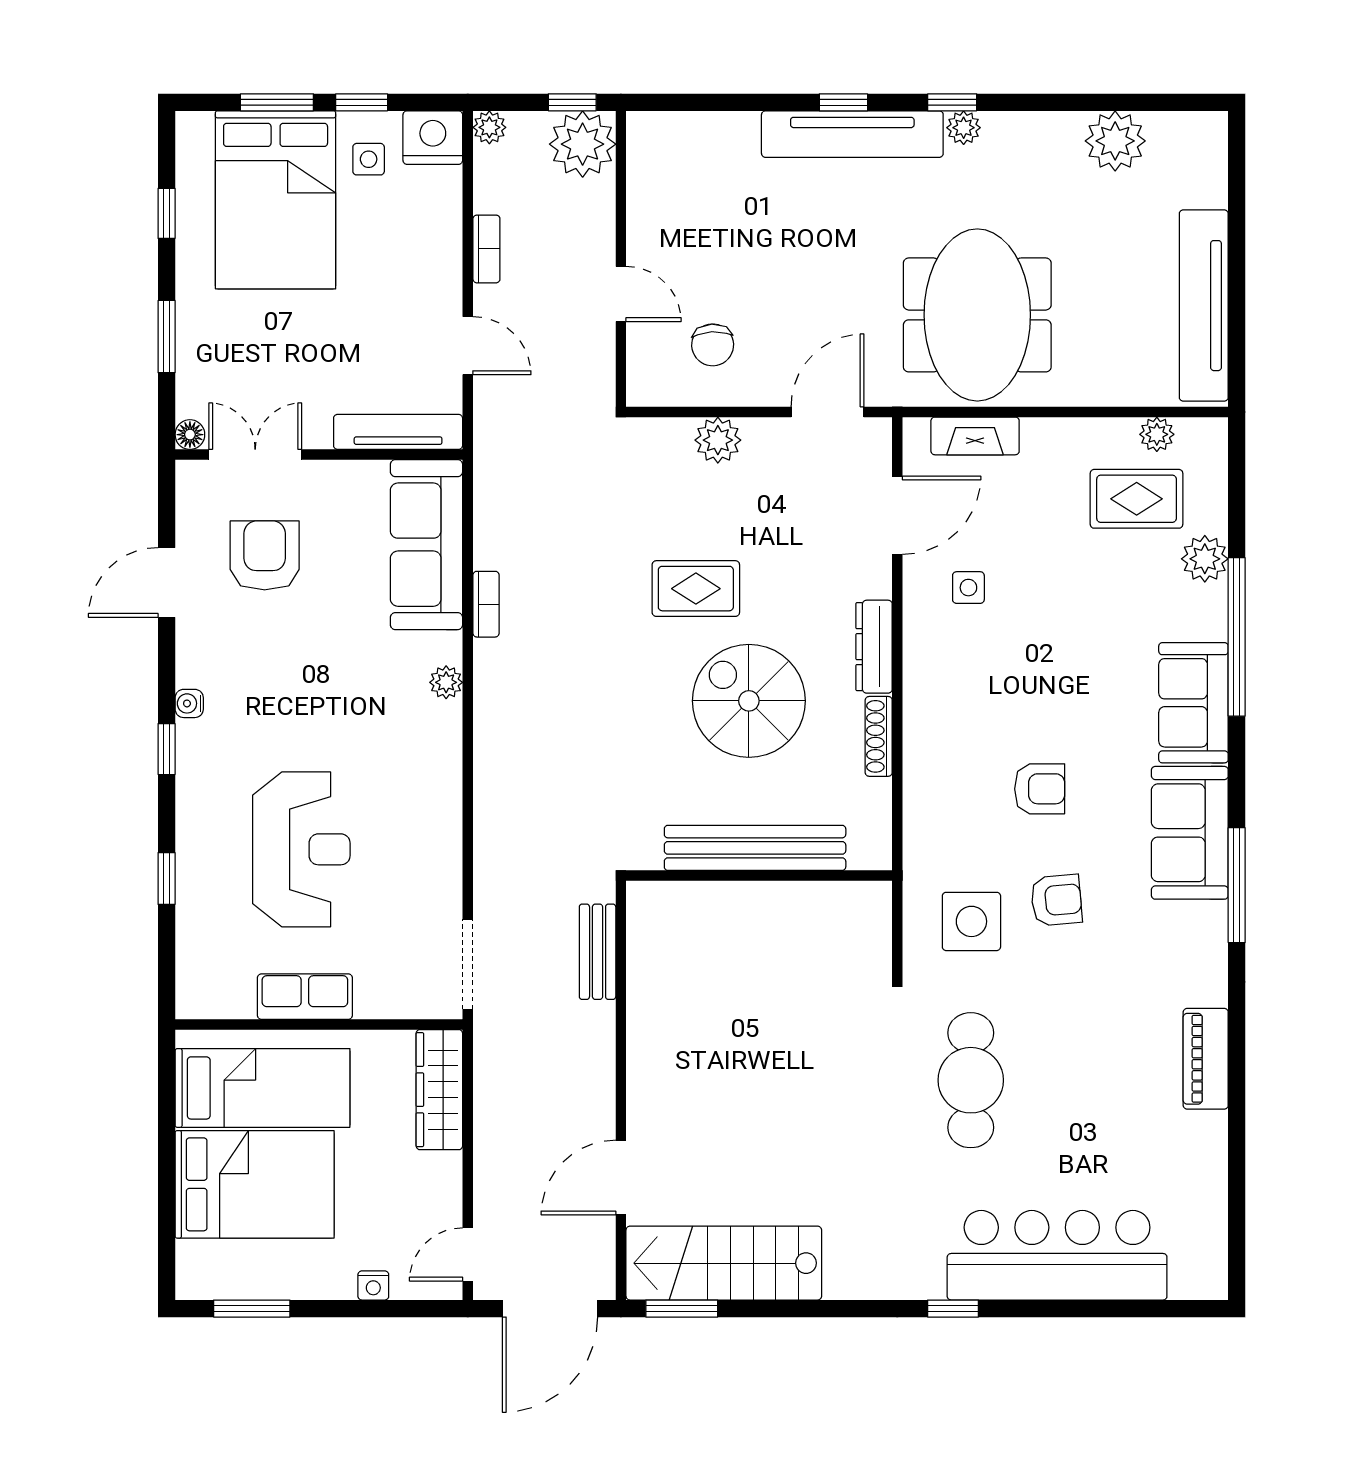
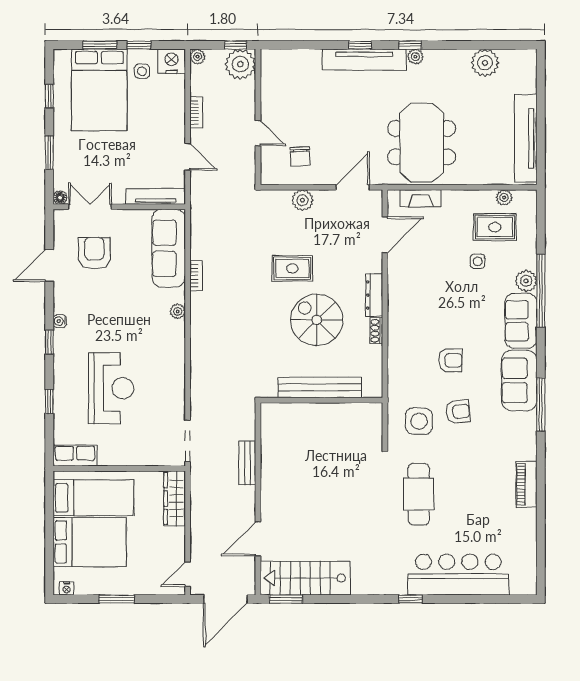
plant: (1205, 559) -> (526, 281), moved
side table: (968, 588) -> (478, 261), moved
shoe rack: (879, 736) -> (376, 331), width x0.70
bench: (598, 952) -> (247, 463), moved
row of seats: (305, 997) -> (75, 456), moved
nightstand: (373, 1285) -> (67, 588), moved
window: (252, 1309) -> (117, 599), moved

